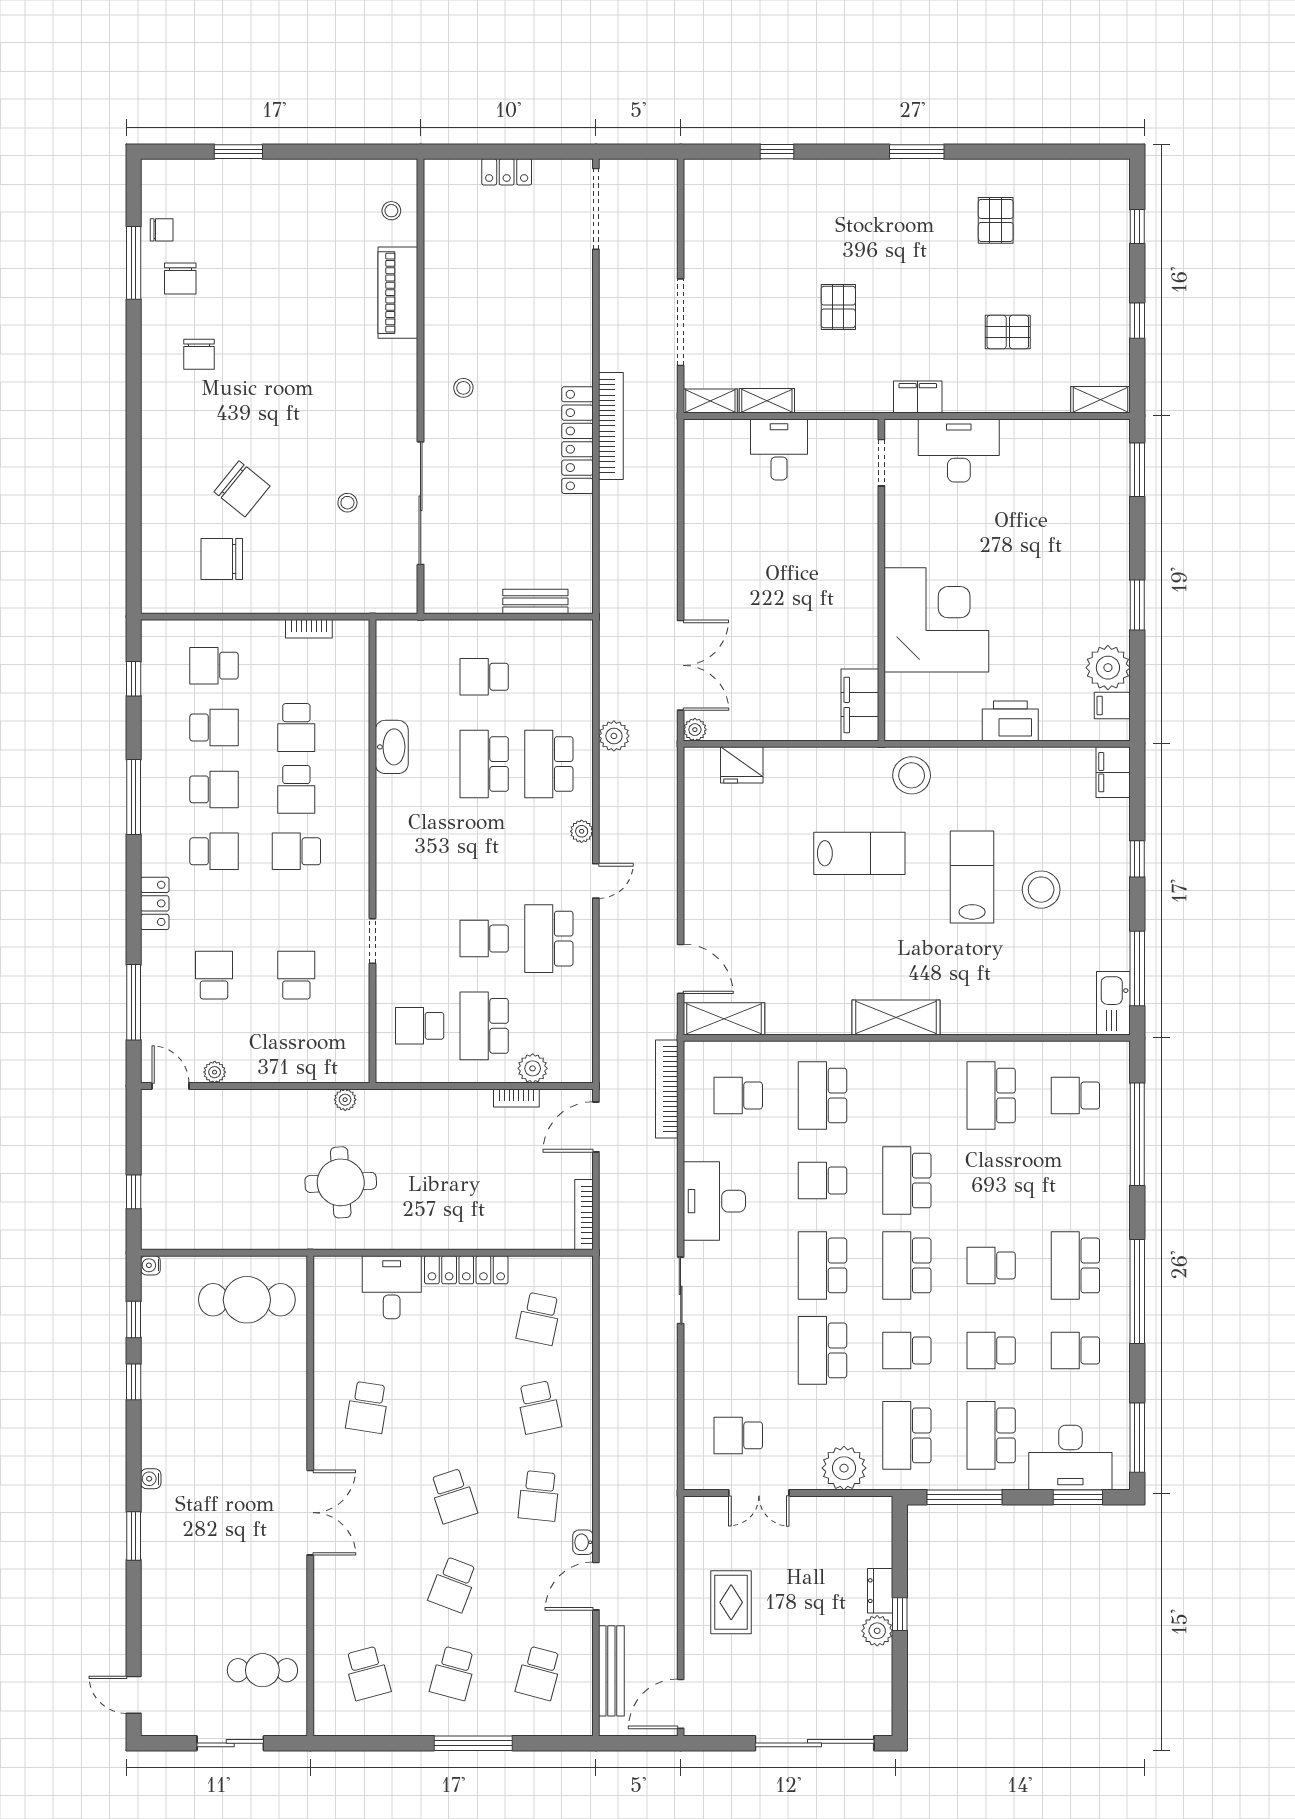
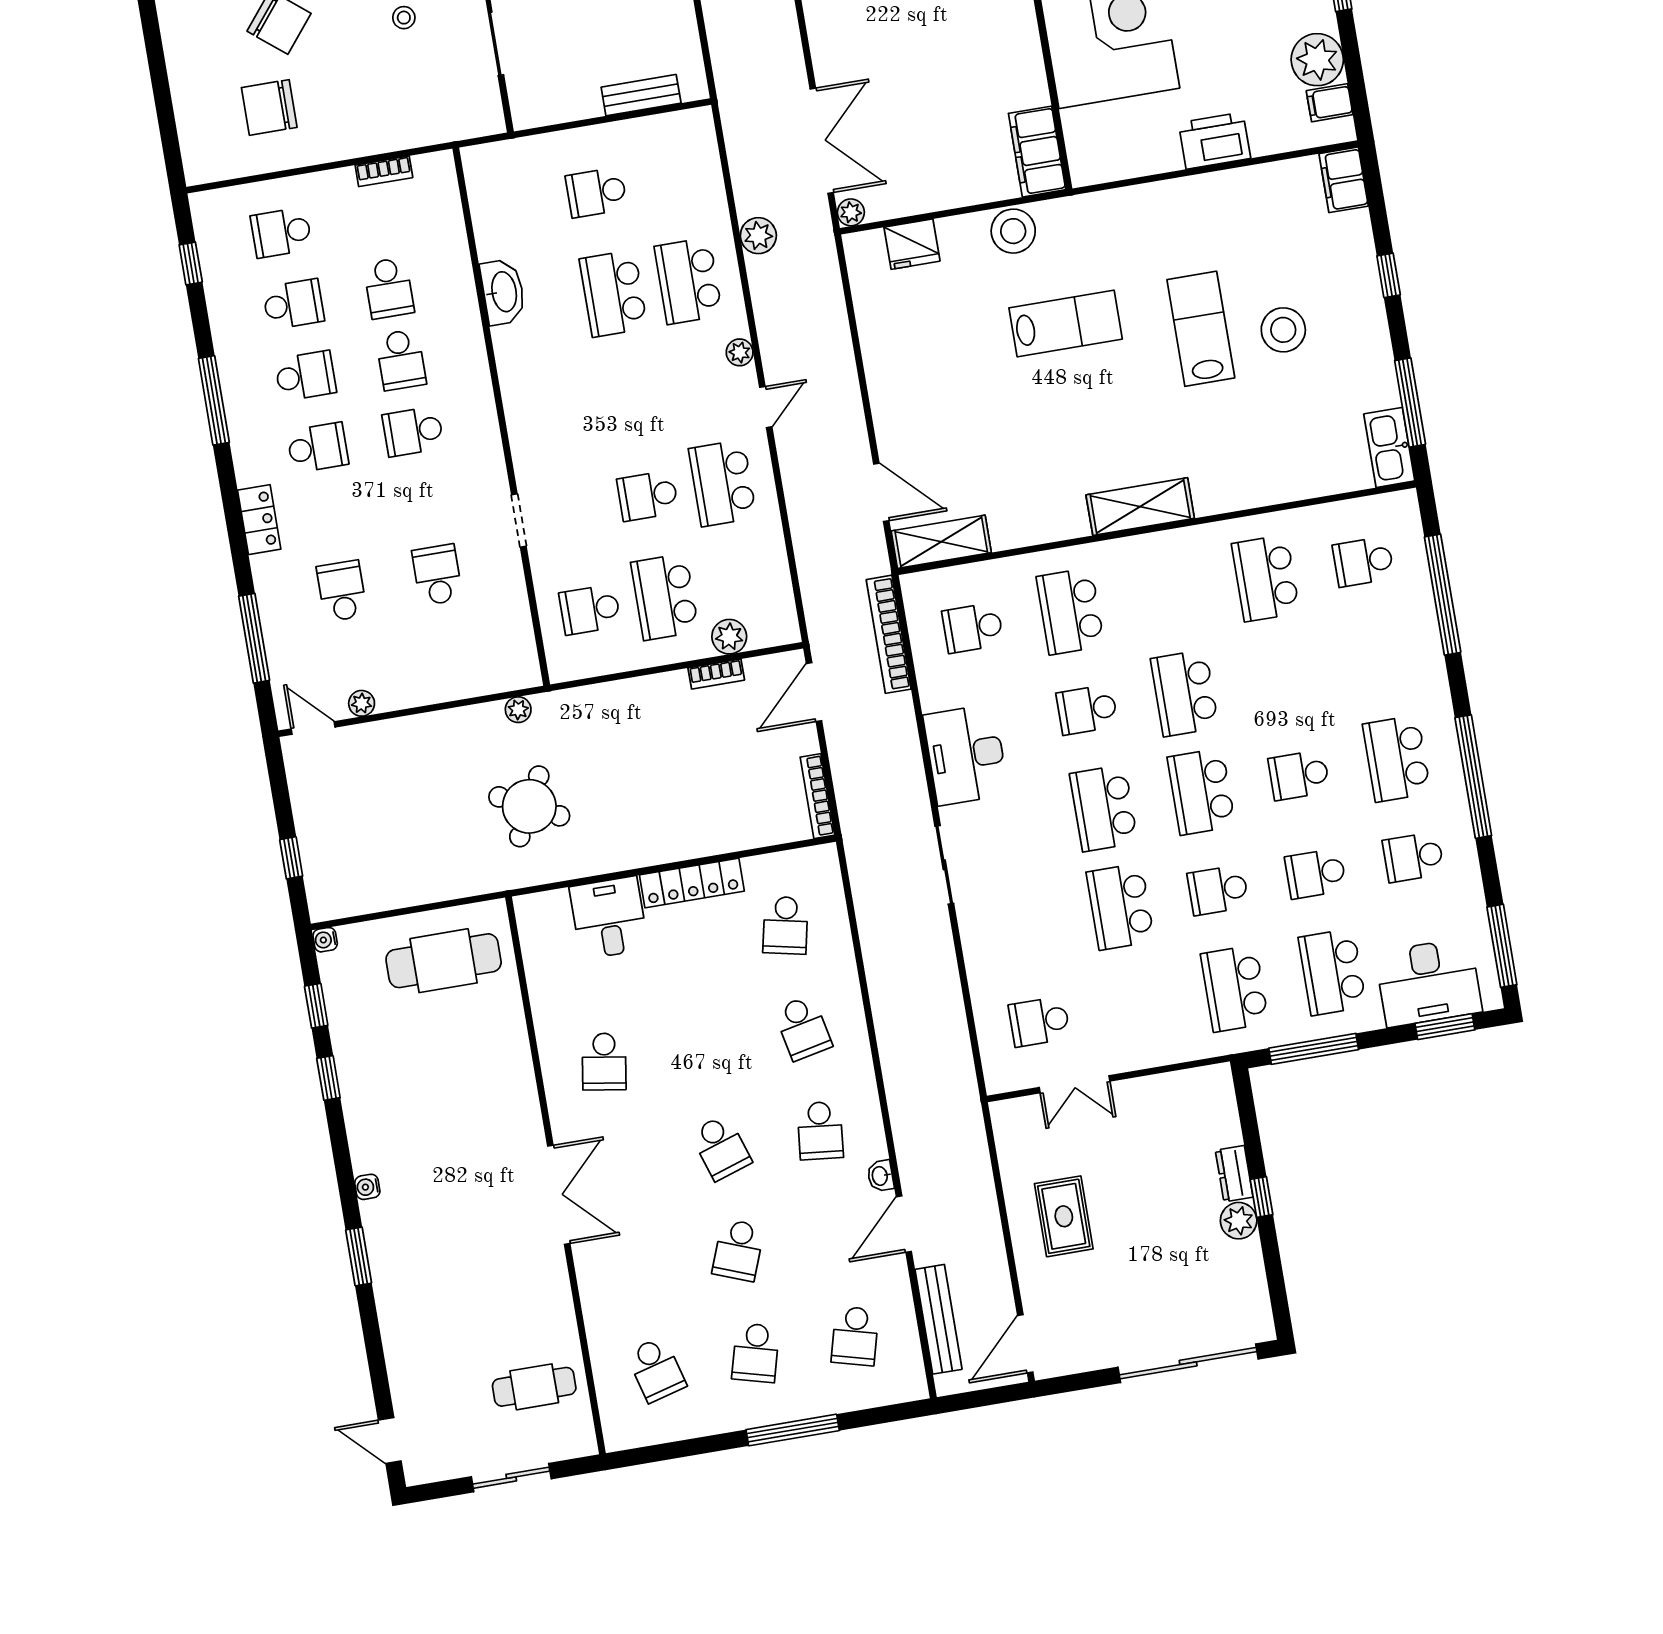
stool: (912, 775) -> (1013, 231), moved
round table: (341, 1182) -> (529, 806), turned 30
plant: (844, 1468) -> (1168, 1039), removed

